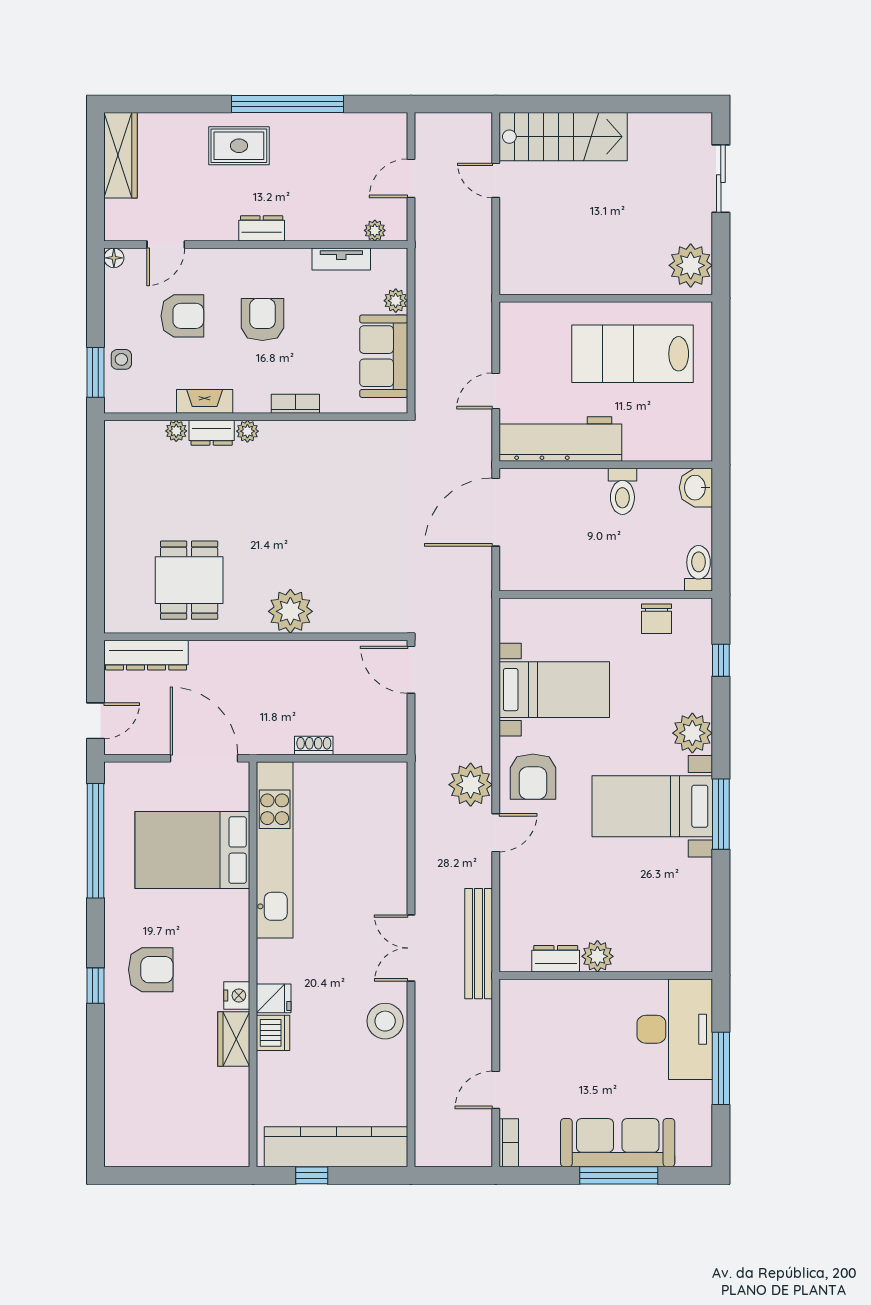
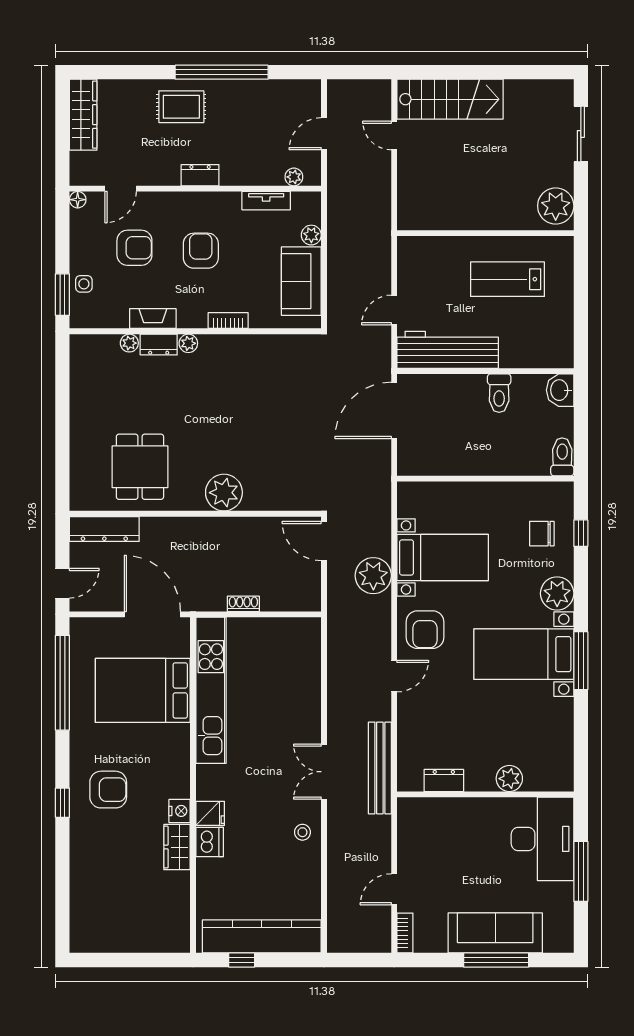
lab bench: (632, 354) -> (507, 279), width x0.73, depth x0.72
chair: (656, 619) -> (542, 534), moved, turned 90
plant: (471, 785) -> (373, 576), moved
plant: (597, 956) -> (509, 779), moved
stool: (385, 1021) -> (302, 832), width x0.53, depth x0.53

